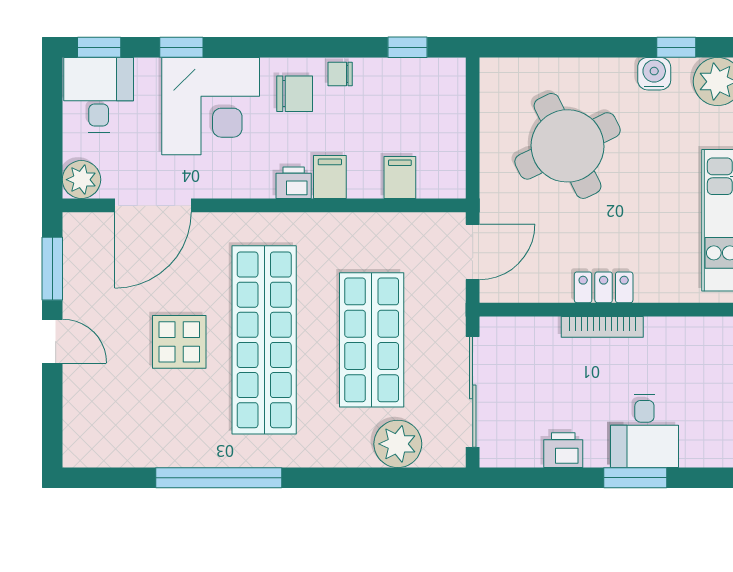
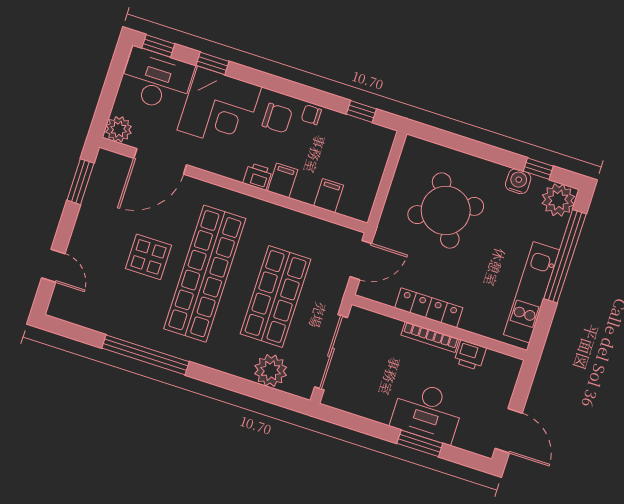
desk: (99, 95) -> (156, 80), width x1.37
locker: (604, 287) -> (429, 308), width x1.53
door: (52, 341) -> (53, 266), moved
desk: (644, 431) -> (427, 412), width x1.37
printer: (563, 450) -> (470, 355), moved, turned 180

